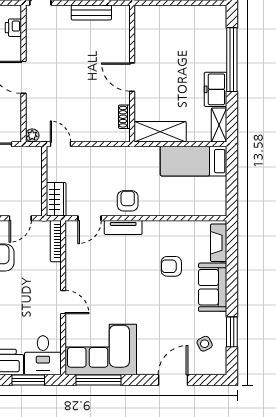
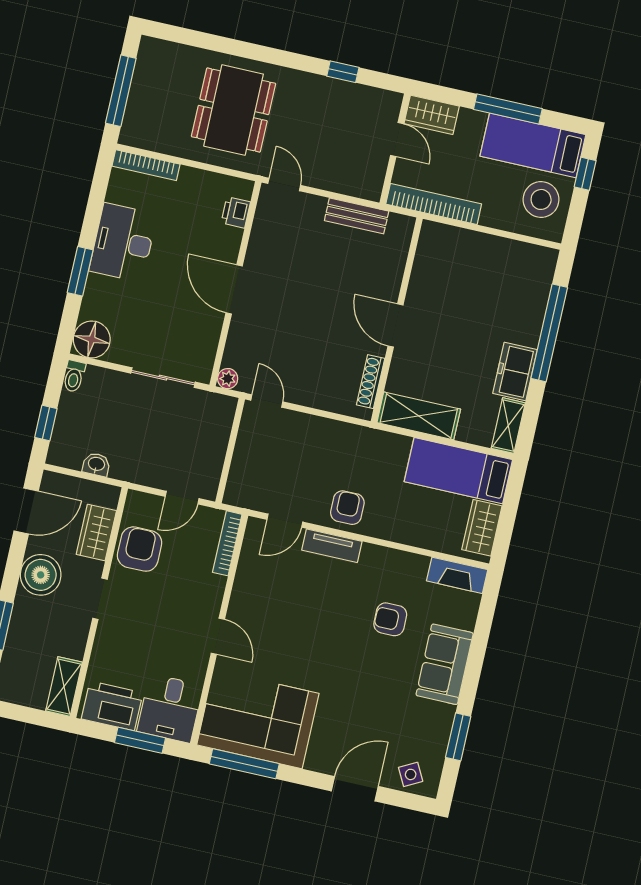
shoe rack: (124, 117) -> (371, 382), width x1.43
wardrobe: (56, 199) -> (482, 528), moved, turned 180
fireplace: (219, 243) -> (457, 575), moved, turned -90
side table: (205, 344) -> (411, 774), moved

